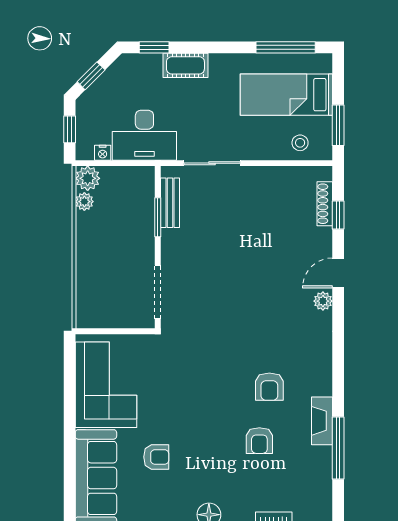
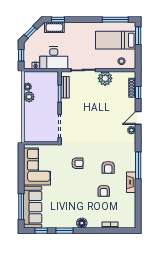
cot: (185, 65) -> (54, 27), moved
window: (338, 125) -> (138, 36), moved
plant: (88, 178) -> (29, 97), moved
plant: (262, 182) -> (105, 78), added
window: (338, 448) -> (138, 165), moved
armchair: (156, 457) -> (77, 163), moved
window: (70, 477) -> (21, 207), added

